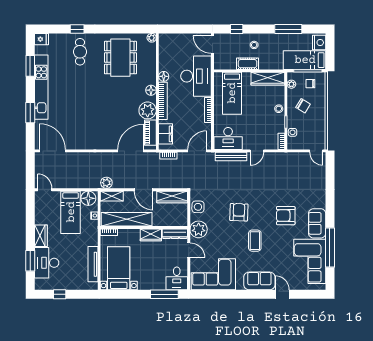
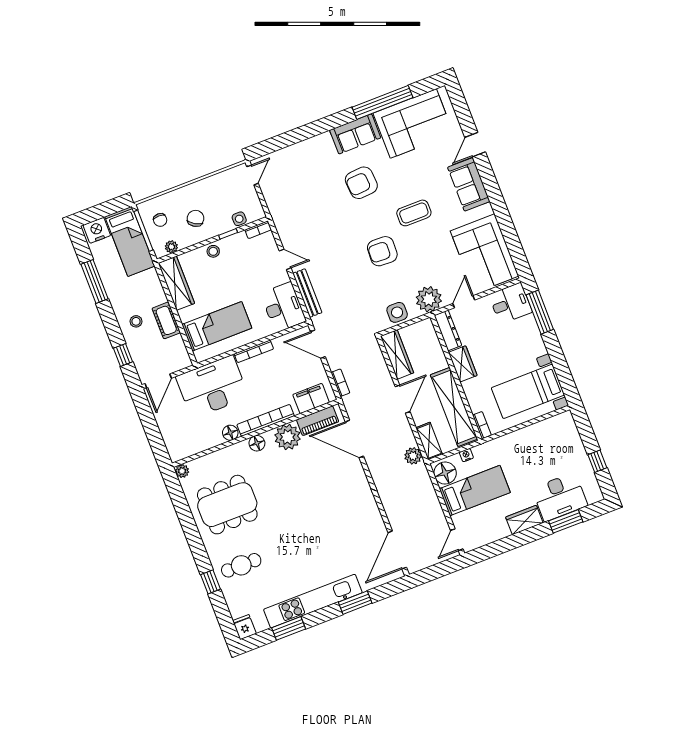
armchair: (286, 216) -> (361, 183), turned 86
tv unit: (93, 264) -> (536, 430), removed

